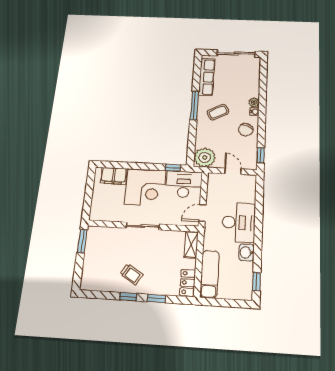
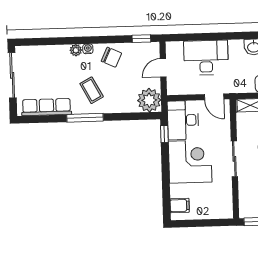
filing cabinet: (114, 176) -> (180, 206), width x0.50
desk: (239, 222) -> (206, 58), moved

